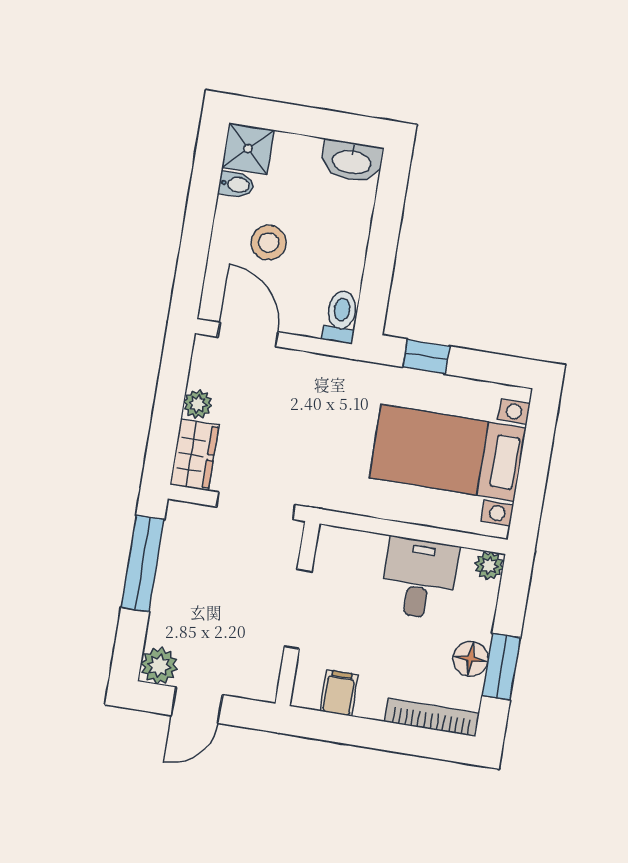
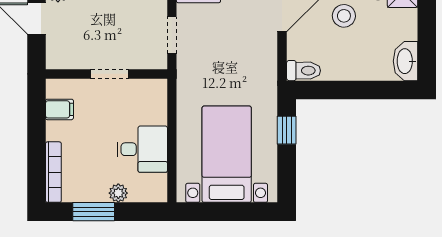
doorway: (256, 506) -> (172, 35), width x0.73
plant: (489, 566) -> (118, 193), moved
doorway: (298, 609) -> (109, 74), width x0.73
floor lamp: (471, 659) -> (95, 191), removed

